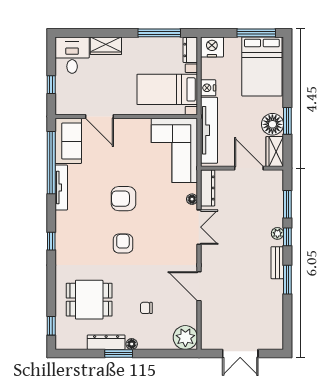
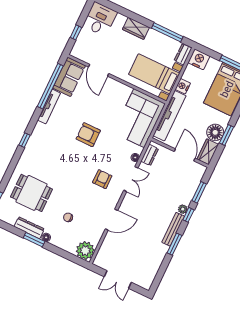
wardrobe: (106, 46) -> (136, 28), moved
dresser: (208, 188) -> (150, 155), width x0.70
armchair: (123, 244) -> (102, 179), moved
bench: (277, 263) -> (173, 229), width x1.36
door: (199, 286) -> (111, 220), swing flipped

